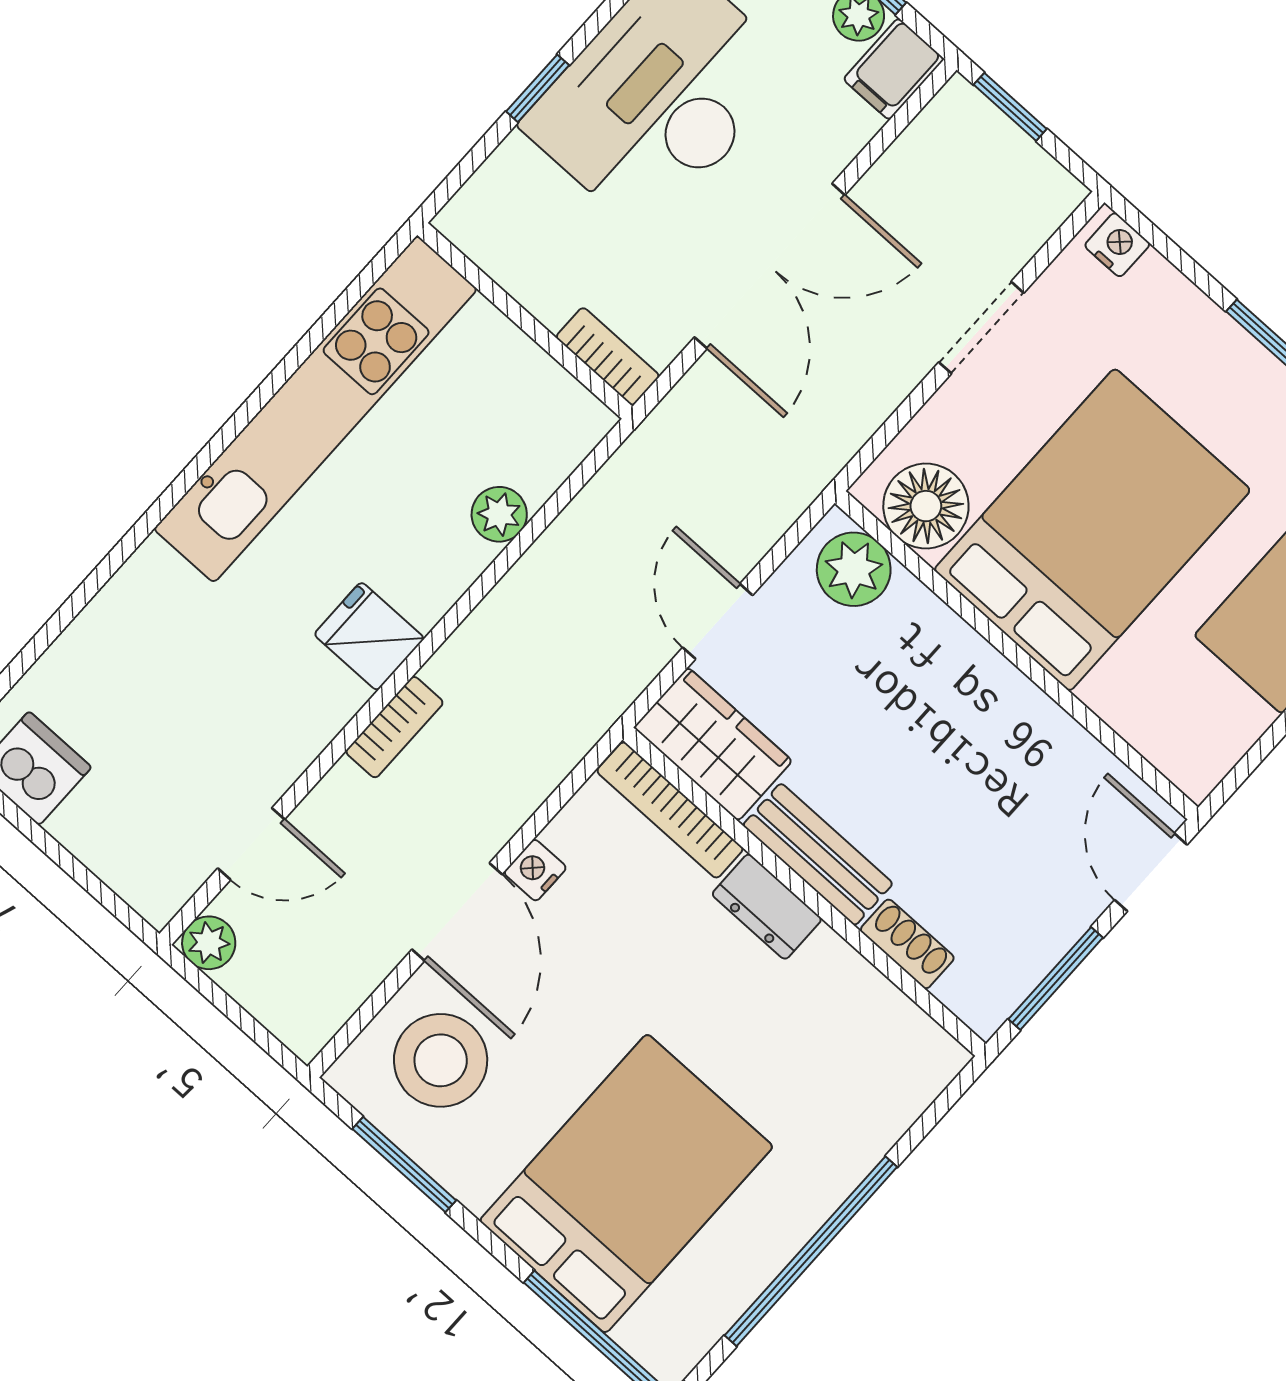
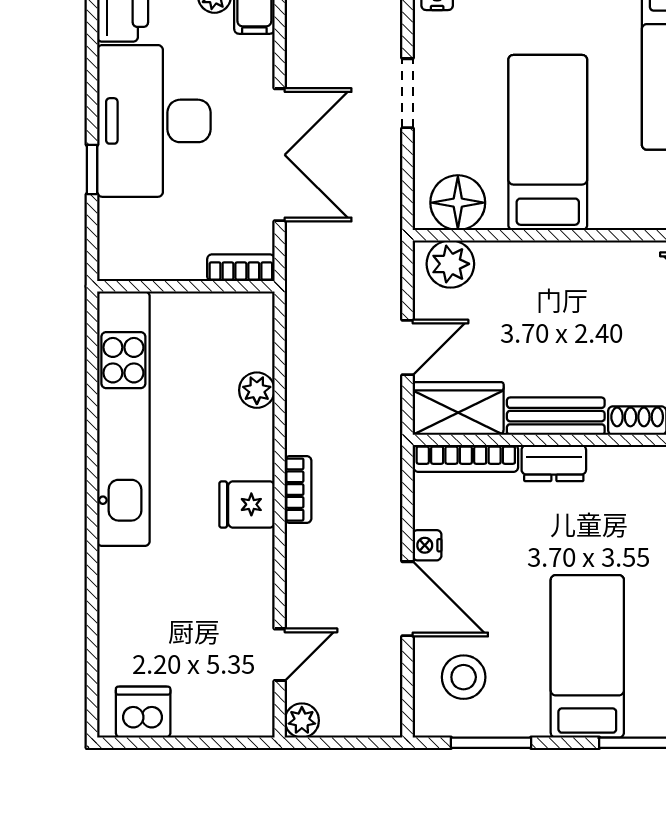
bed: (1092, 530) -> (548, 142), width x0.67
door: (718, 621) -> (408, 347), swing flipped
bookcase: (394, 727) -> (298, 490), moved
stool: (441, 1060) -> (464, 677), width x0.73, depth x0.73
bed: (626, 1184) -> (587, 656), width x0.67

